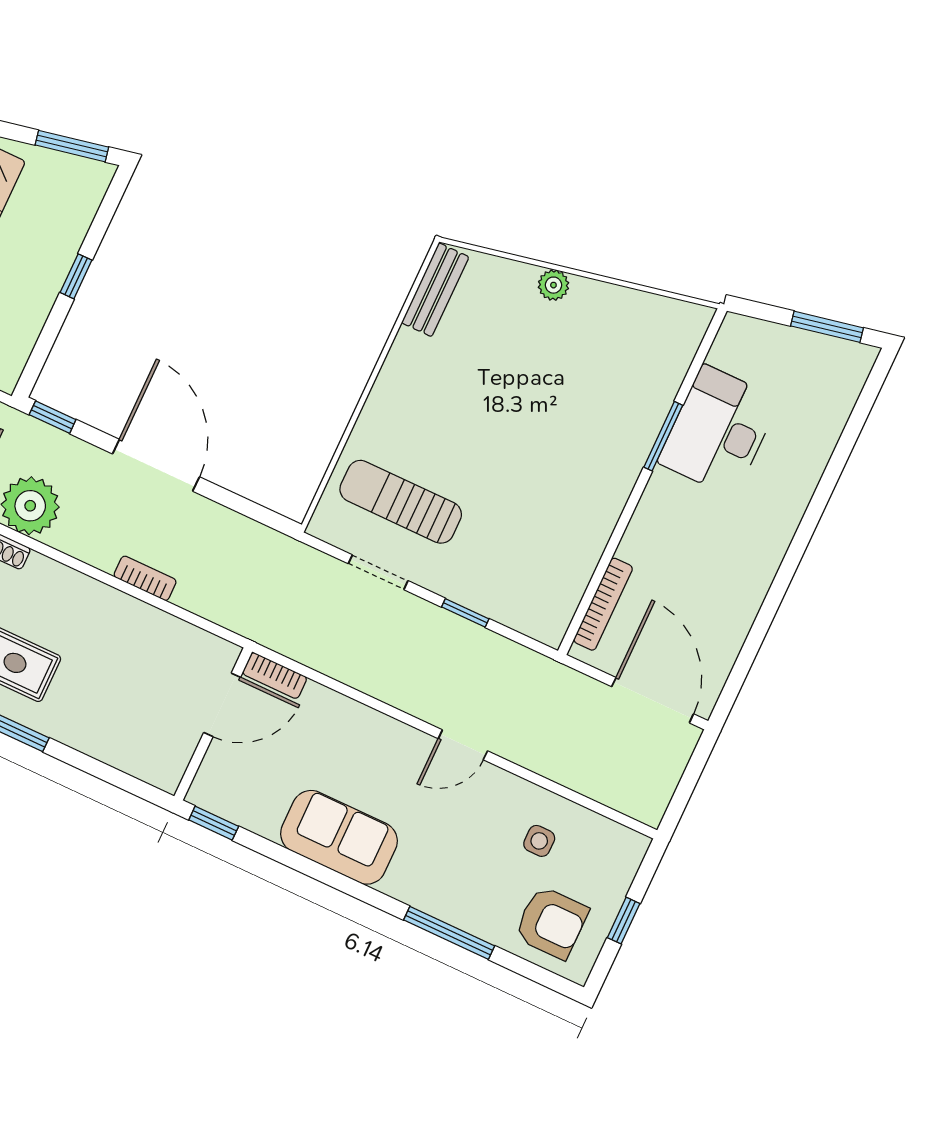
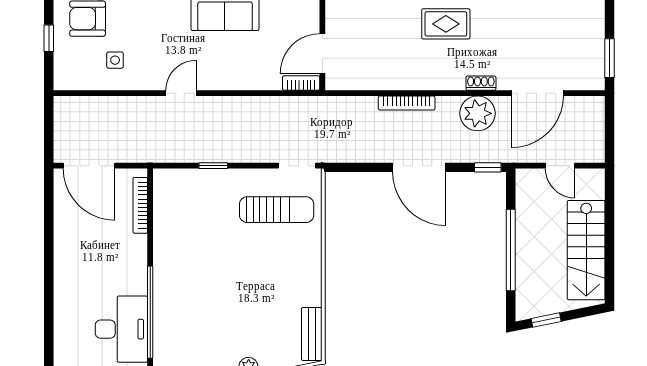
window: (72, 146) -> (546, 320), width x0.67
window: (76, 276) -> (511, 250), width x3.17
window: (663, 436) -> (150, 312), width x2.11
doorway: (378, 572) -> (297, 166), moved
bookcase: (145, 578) -> (407, 103), width x1.56

